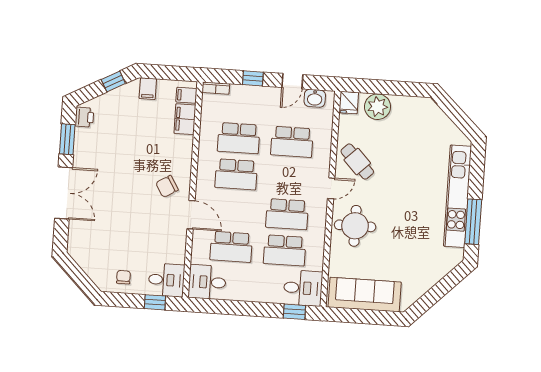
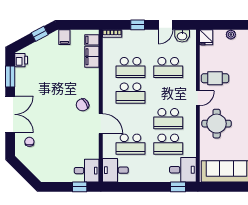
plant: (378, 107) -> (231, 35), width x0.53, depth x0.53
cafe table: (357, 162) -> (215, 78), turned -46
chair: (123, 277) -> (29, 142), moved

